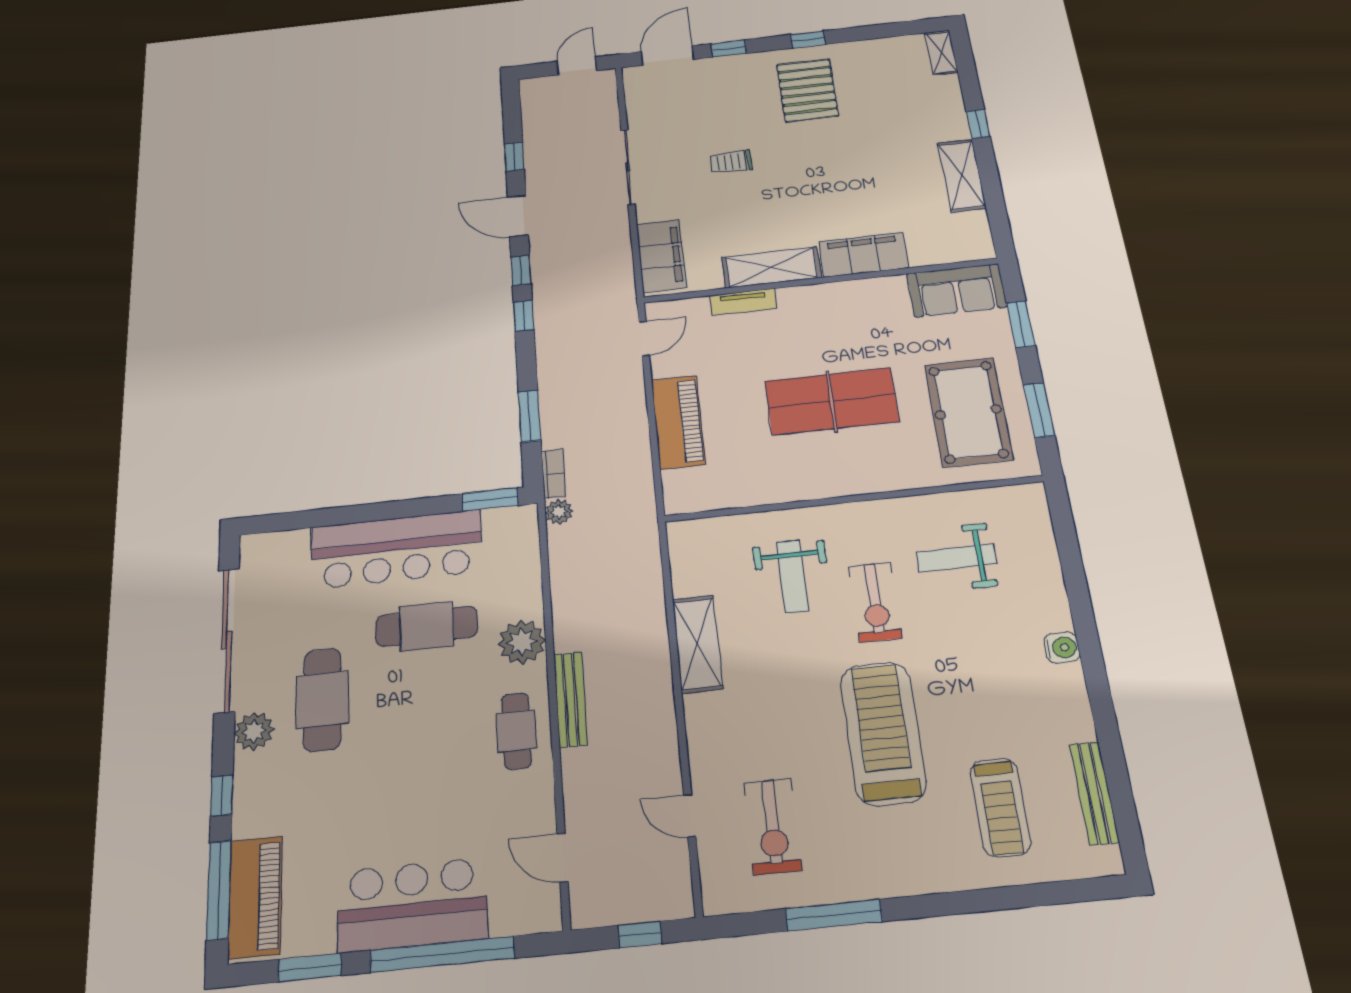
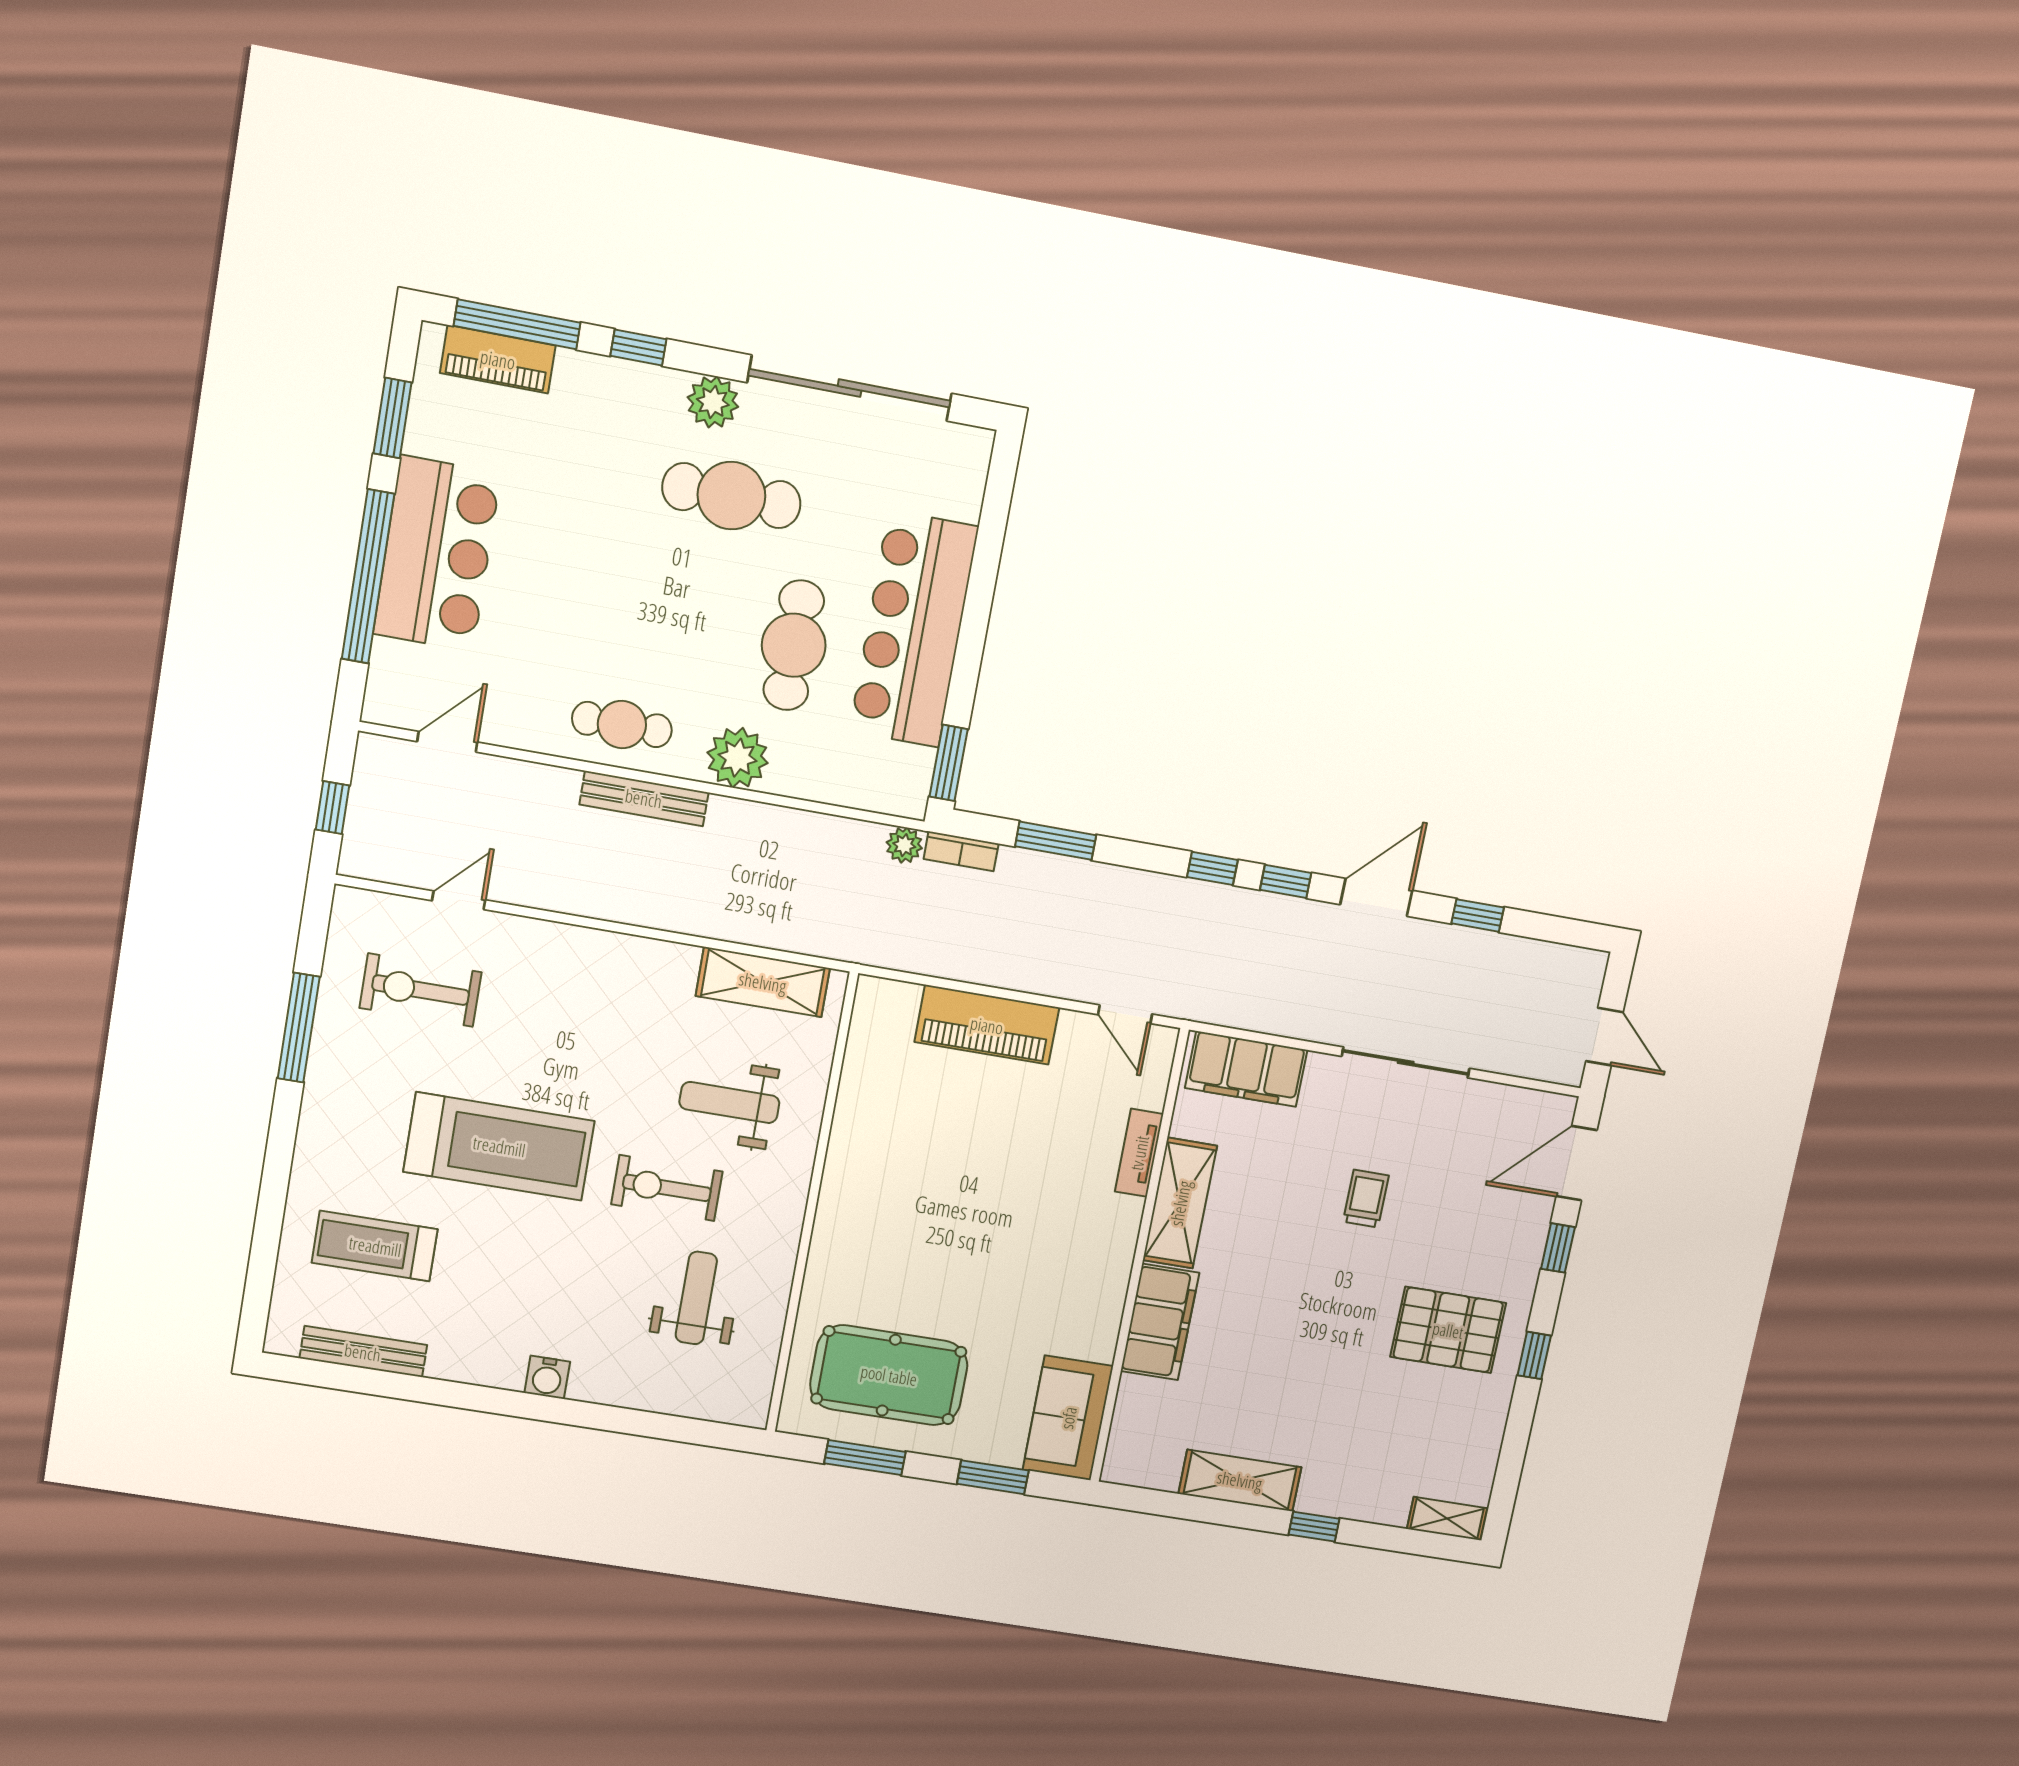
door: (667, 56) -> (1577, 1163), swing flipped
table tennis table: (832, 401) -> (956, 1219), removed
shelving: (697, 644) -> (763, 982), moved
piano: (255, 897) -> (498, 359), width x0.73, depth x0.75

